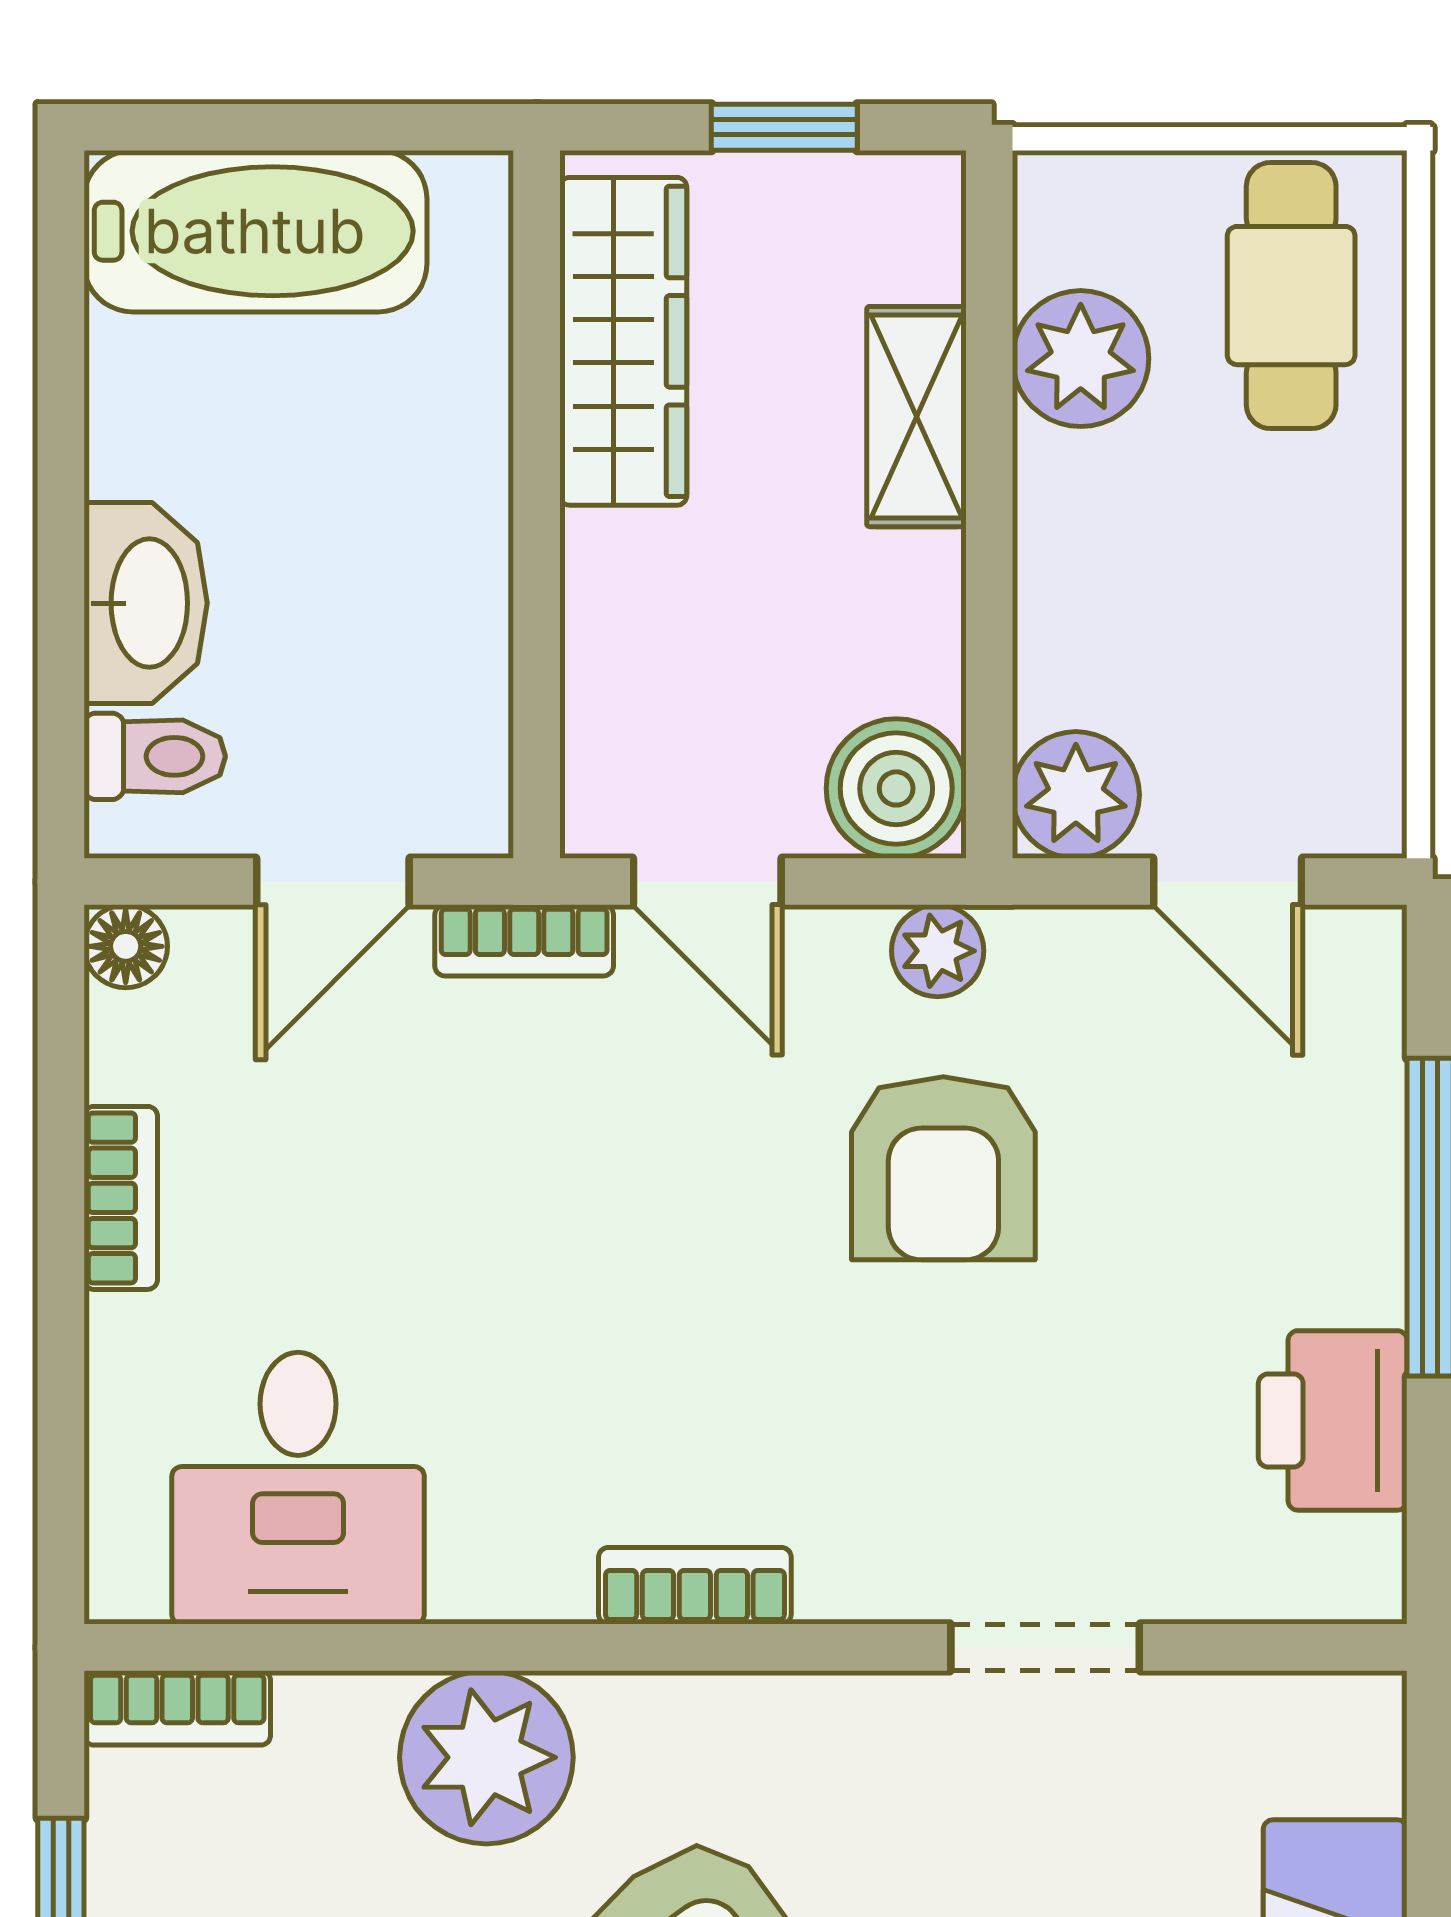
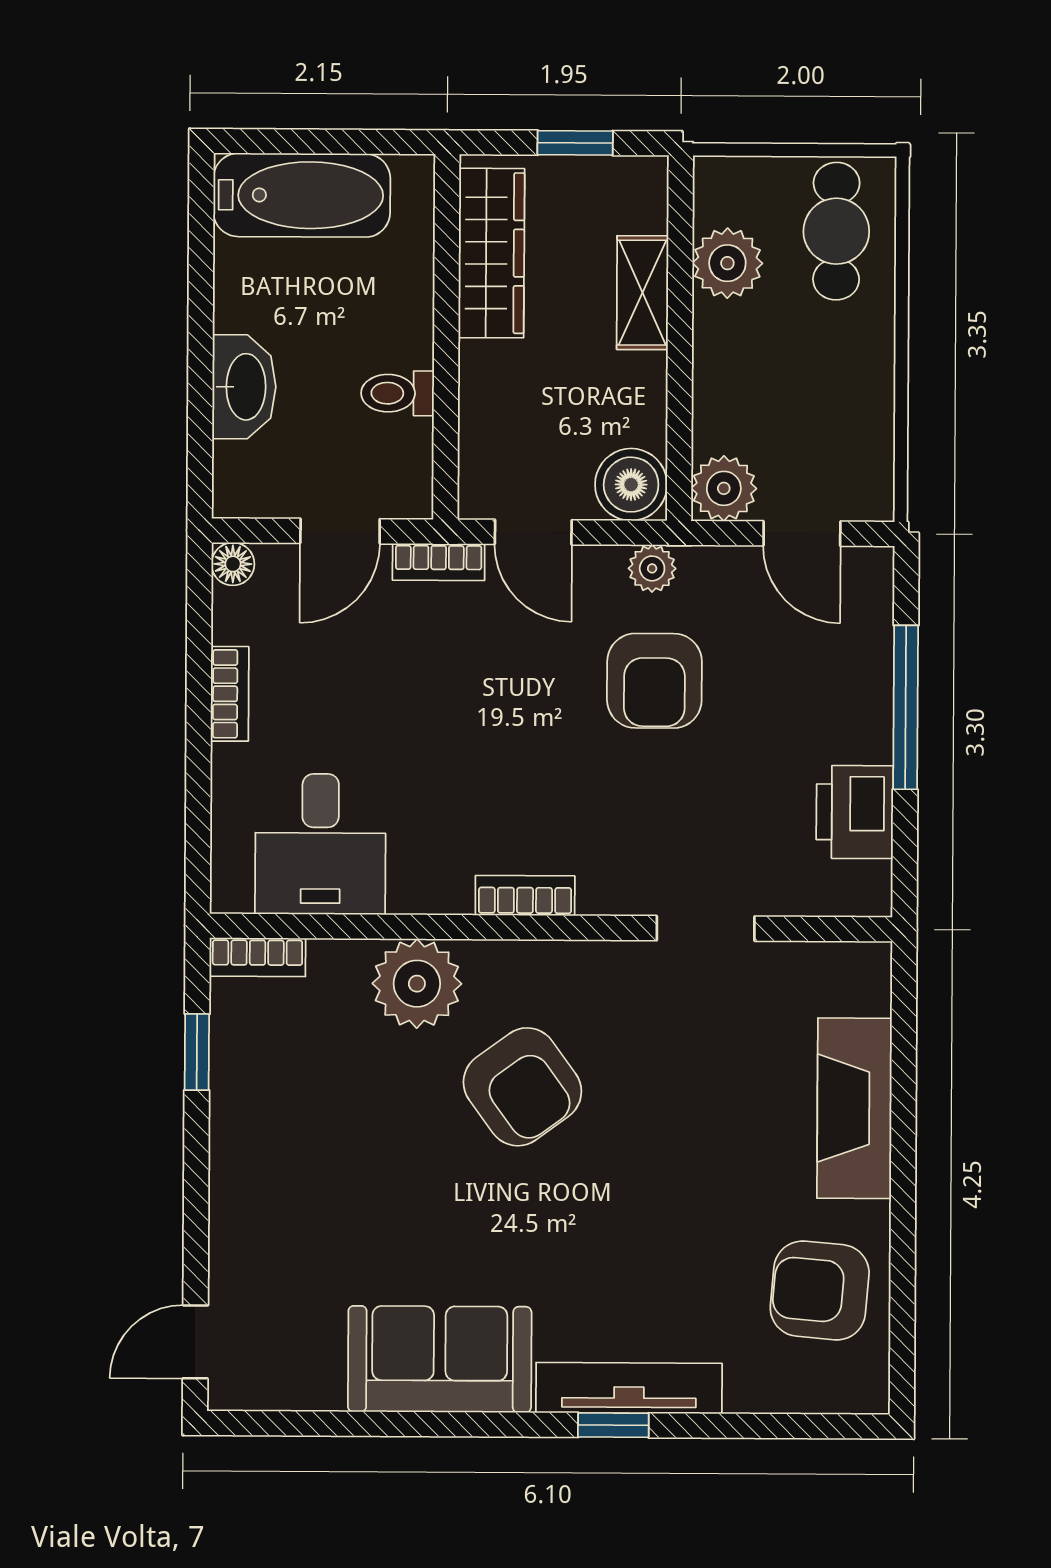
toilet: (155, 756) -> (398, 393), moved, turned 180

